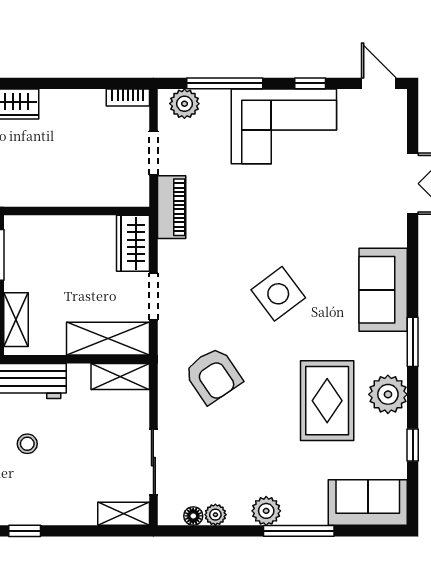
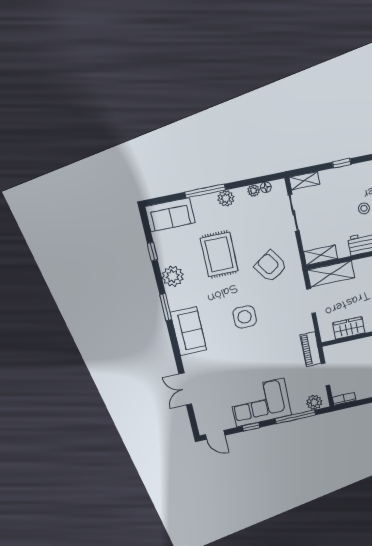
wardrobe: (133, 243) -> (349, 328), moved, turned -90
side table: (278, 294) -> (245, 317), turned 37
rug: (327, 401) -> (219, 254), moved
window: (25, 531) -> (342, 163), moved

